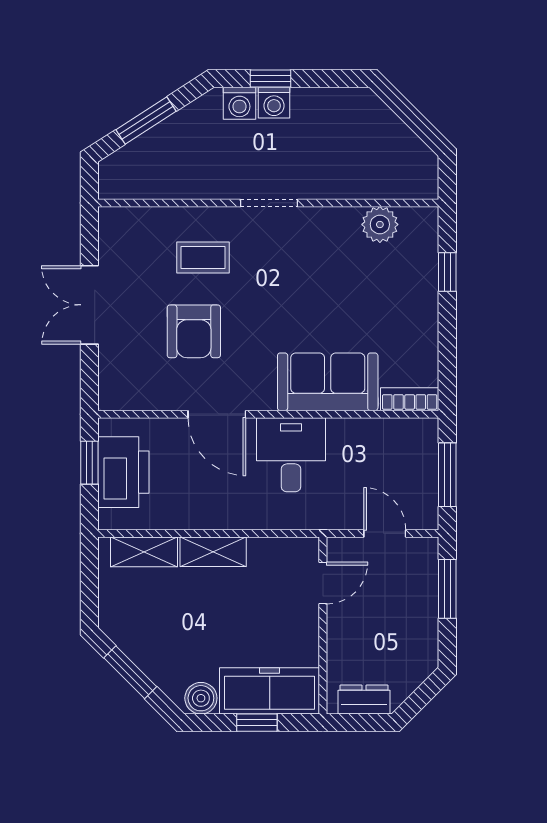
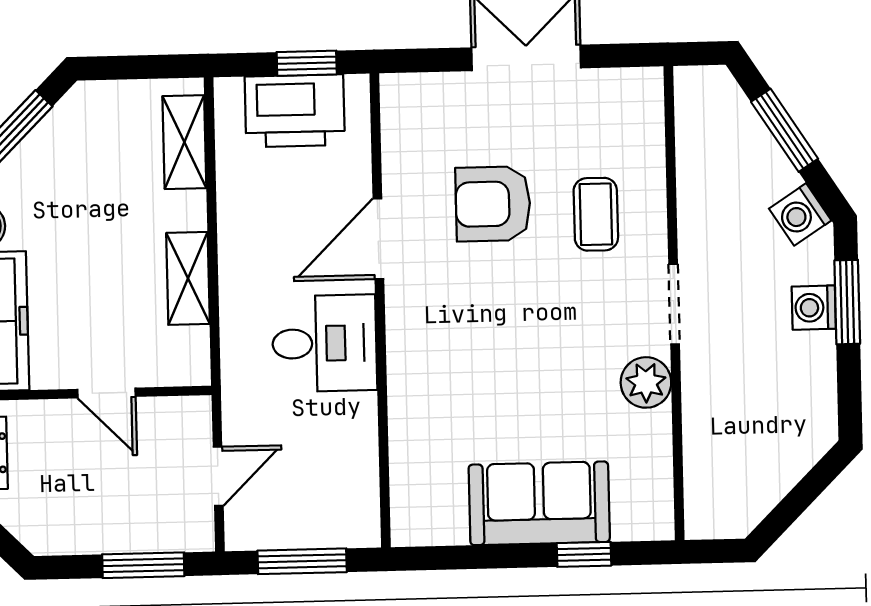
window: (271, 79) -> (847, 302), width x1.50
washing machine: (239, 103) -> (800, 215), moved, turned -33
plant: (380, 224) -> (646, 382), moved
sofa: (328, 382) -> (539, 503), moved, turned -90
bookcase: (410, 399) -> (406, 506), removed
shelving: (213, 552) -> (188, 278), moved
door: (323, 583) -> (106, 393), moved

